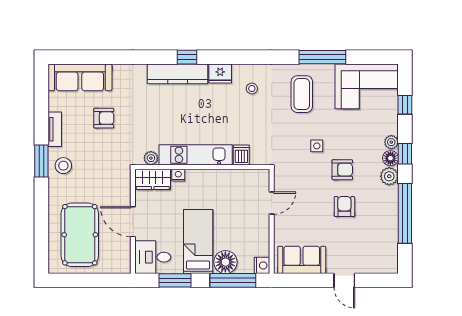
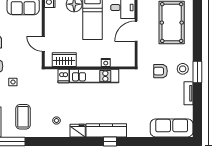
window: (187, 57) -> (110, 142), moved
armchair: (104, 118) -> (161, 71), moved
plant: (151, 158) -> (124, 74), removed
wardrobe: (153, 179) -> (64, 60), moved
door: (272, 203) -> (43, 44), hinge flipped
door: (133, 222) -> (136, 31), swing flipped

